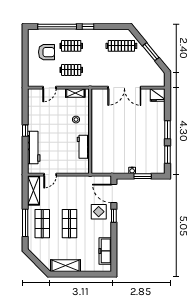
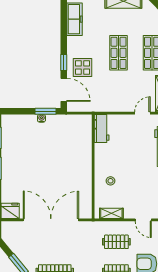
door: (49, 88) -> (143, 220), swing flipped
double door: (124, 88) -> (51, 220), width x1.36
workbench: (83, 147) -> (102, 129), moved
window: (143, 176) -> (45, 111), moved

